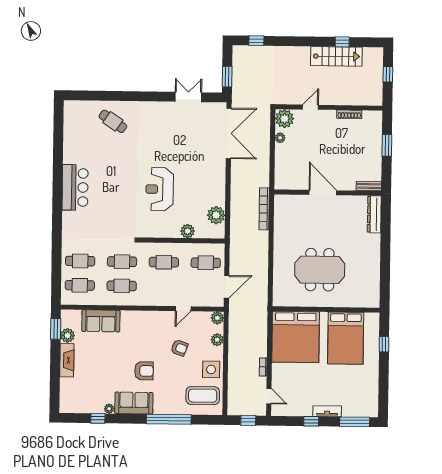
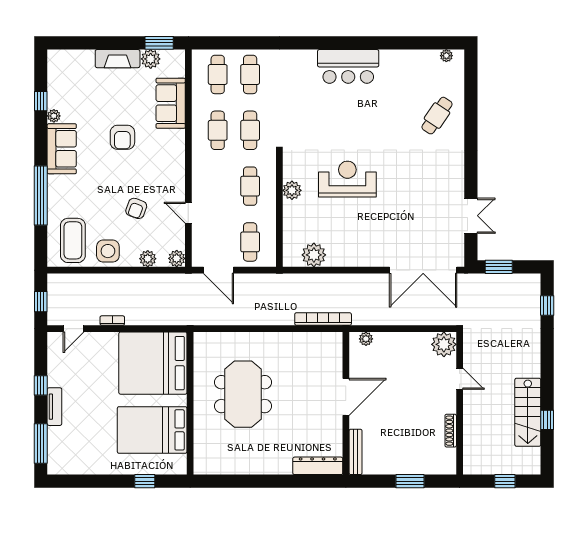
plant: (68, 114) -> (446, 56), added
plant: (280, 138) -> (366, 339), moved
bench: (369, 186) -> (356, 452), width x1.36
plant: (188, 231) -> (292, 190), moved
armchair: (144, 371) -> (122, 137), moved

